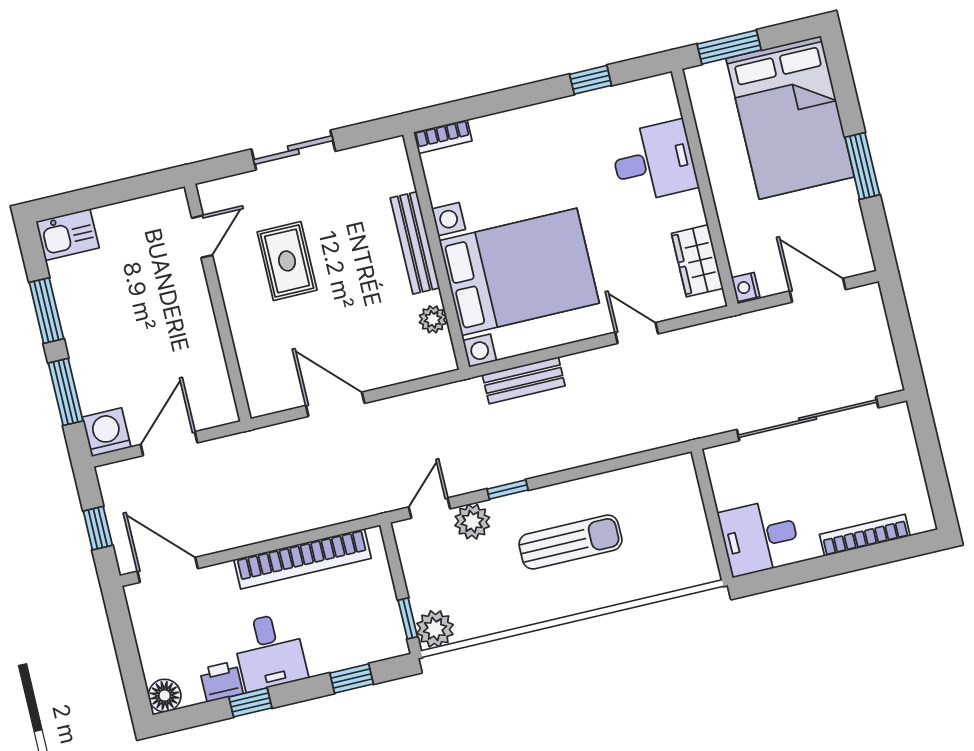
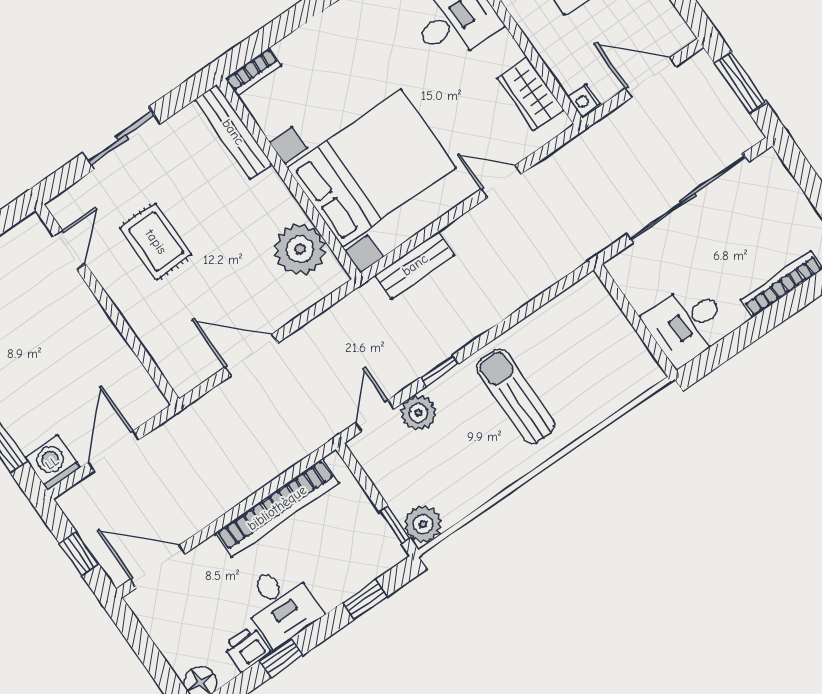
bench: (415, 243) -> (233, 132), moved
plant: (433, 319) -> (300, 249), width x1.87, depth x1.87
window: (901, 328) -> (740, 82), added
sun lounger: (570, 542) -> (516, 396), turned -90

